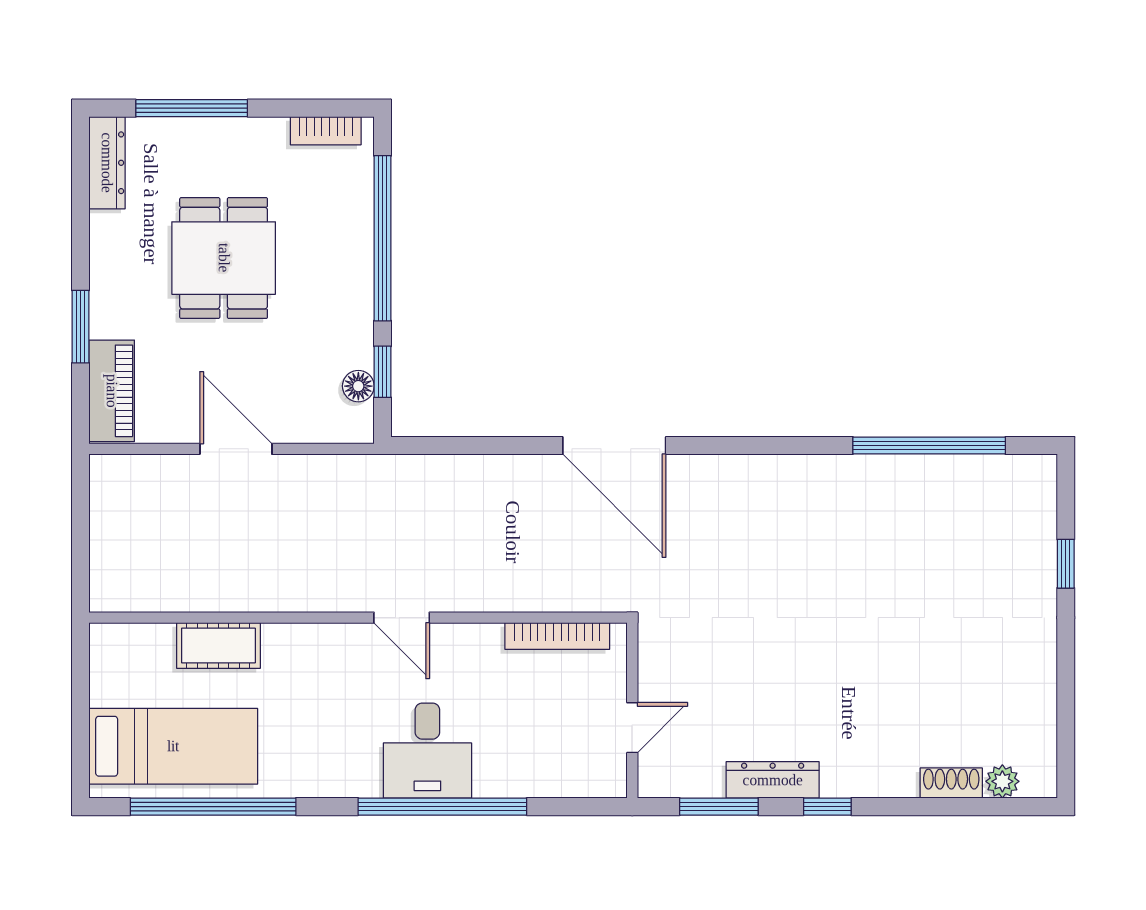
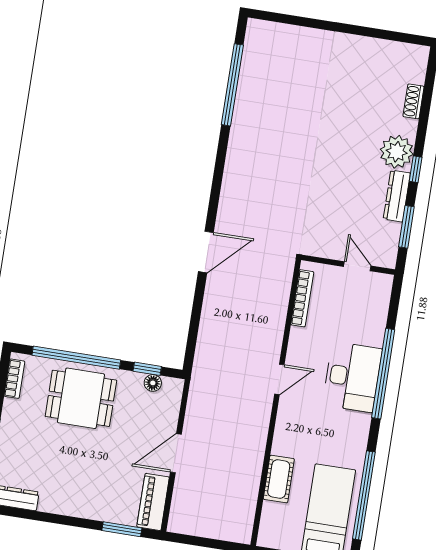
dining table: (224, 258) -> (81, 398), moved
window: (81, 327) -> (122, 529), moved
piano: (112, 391) -> (153, 502), moved, turned -90
door: (614, 446) -> (206, 252), width x0.73
window: (1066, 564) -> (307, 22), removed
desk: (427, 751) -> (352, 377), width x1.37
plant: (1002, 781) -> (397, 152), moved, width x1.88, depth x1.88

